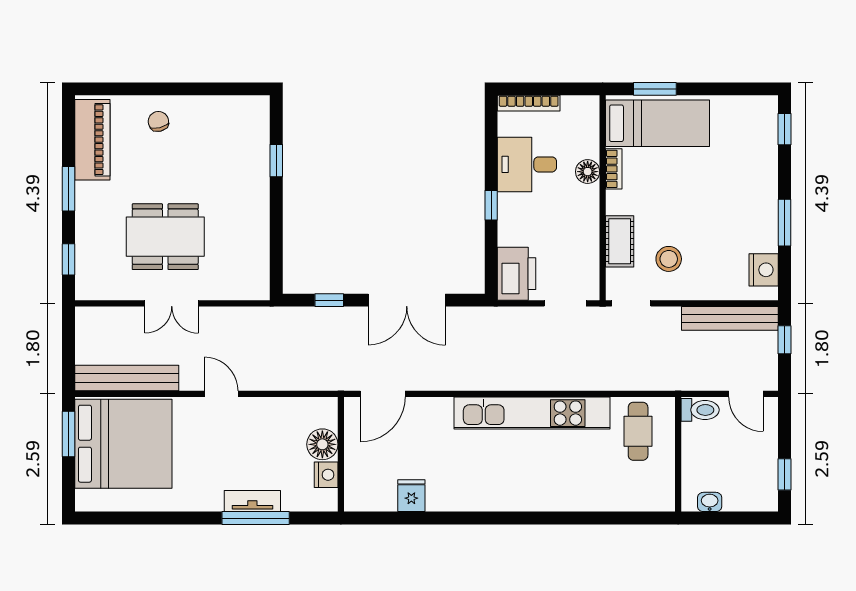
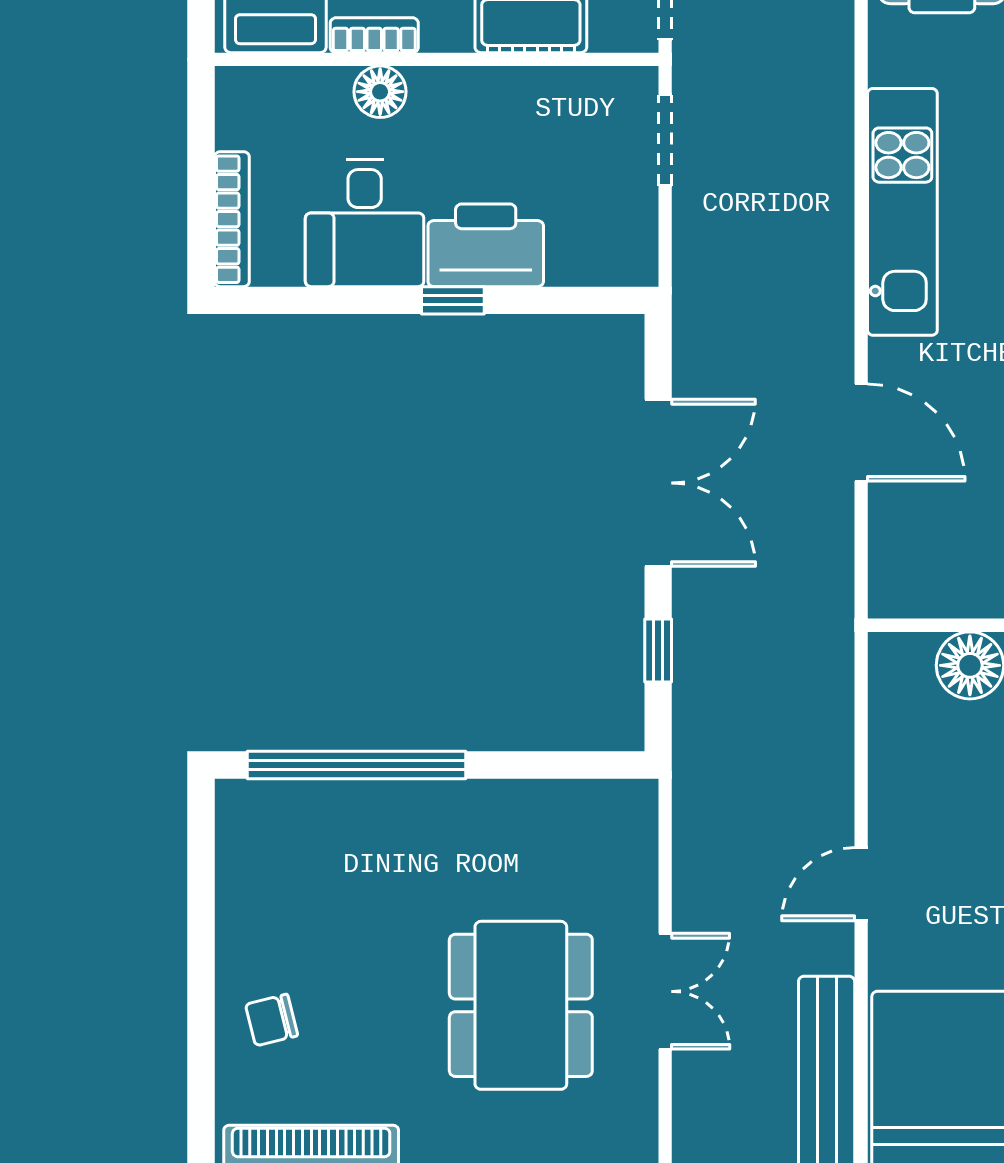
window: (276, 161) -> (356, 765), width x3.17
printer: (517, 274) -> (486, 245), moved
door: (383, 394) -> (861, 433), moved
kitchen unit: (532, 413) -> (902, 212), width x0.73

